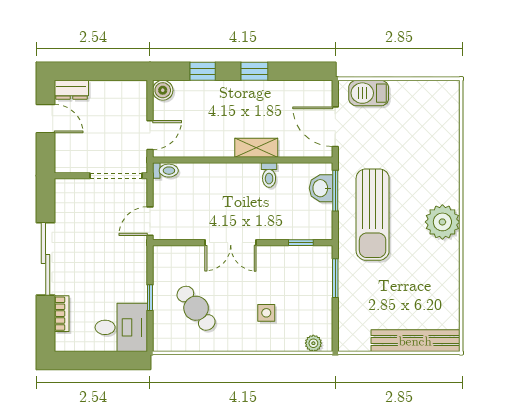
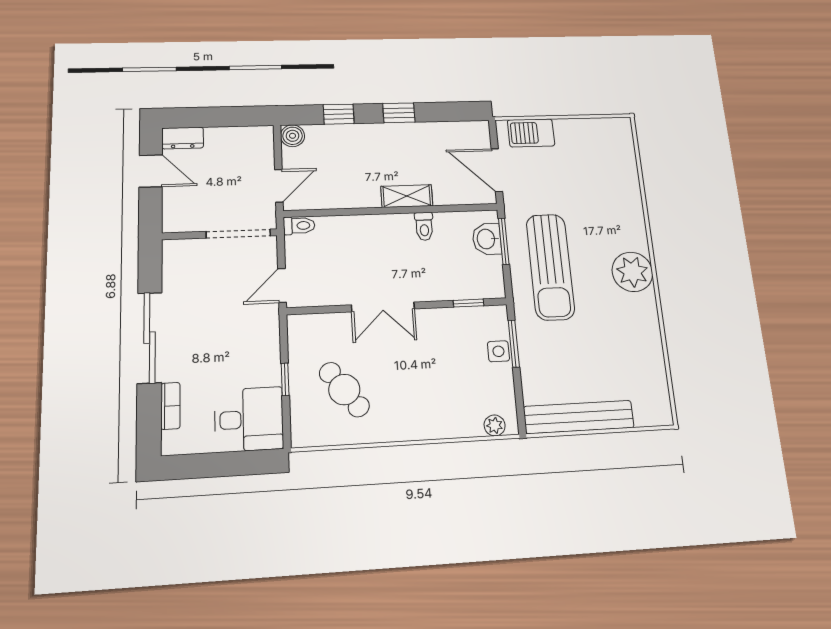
side table: (266, 313) -> (498, 351), moved
bench: (415, 341) -> (579, 417), moved

